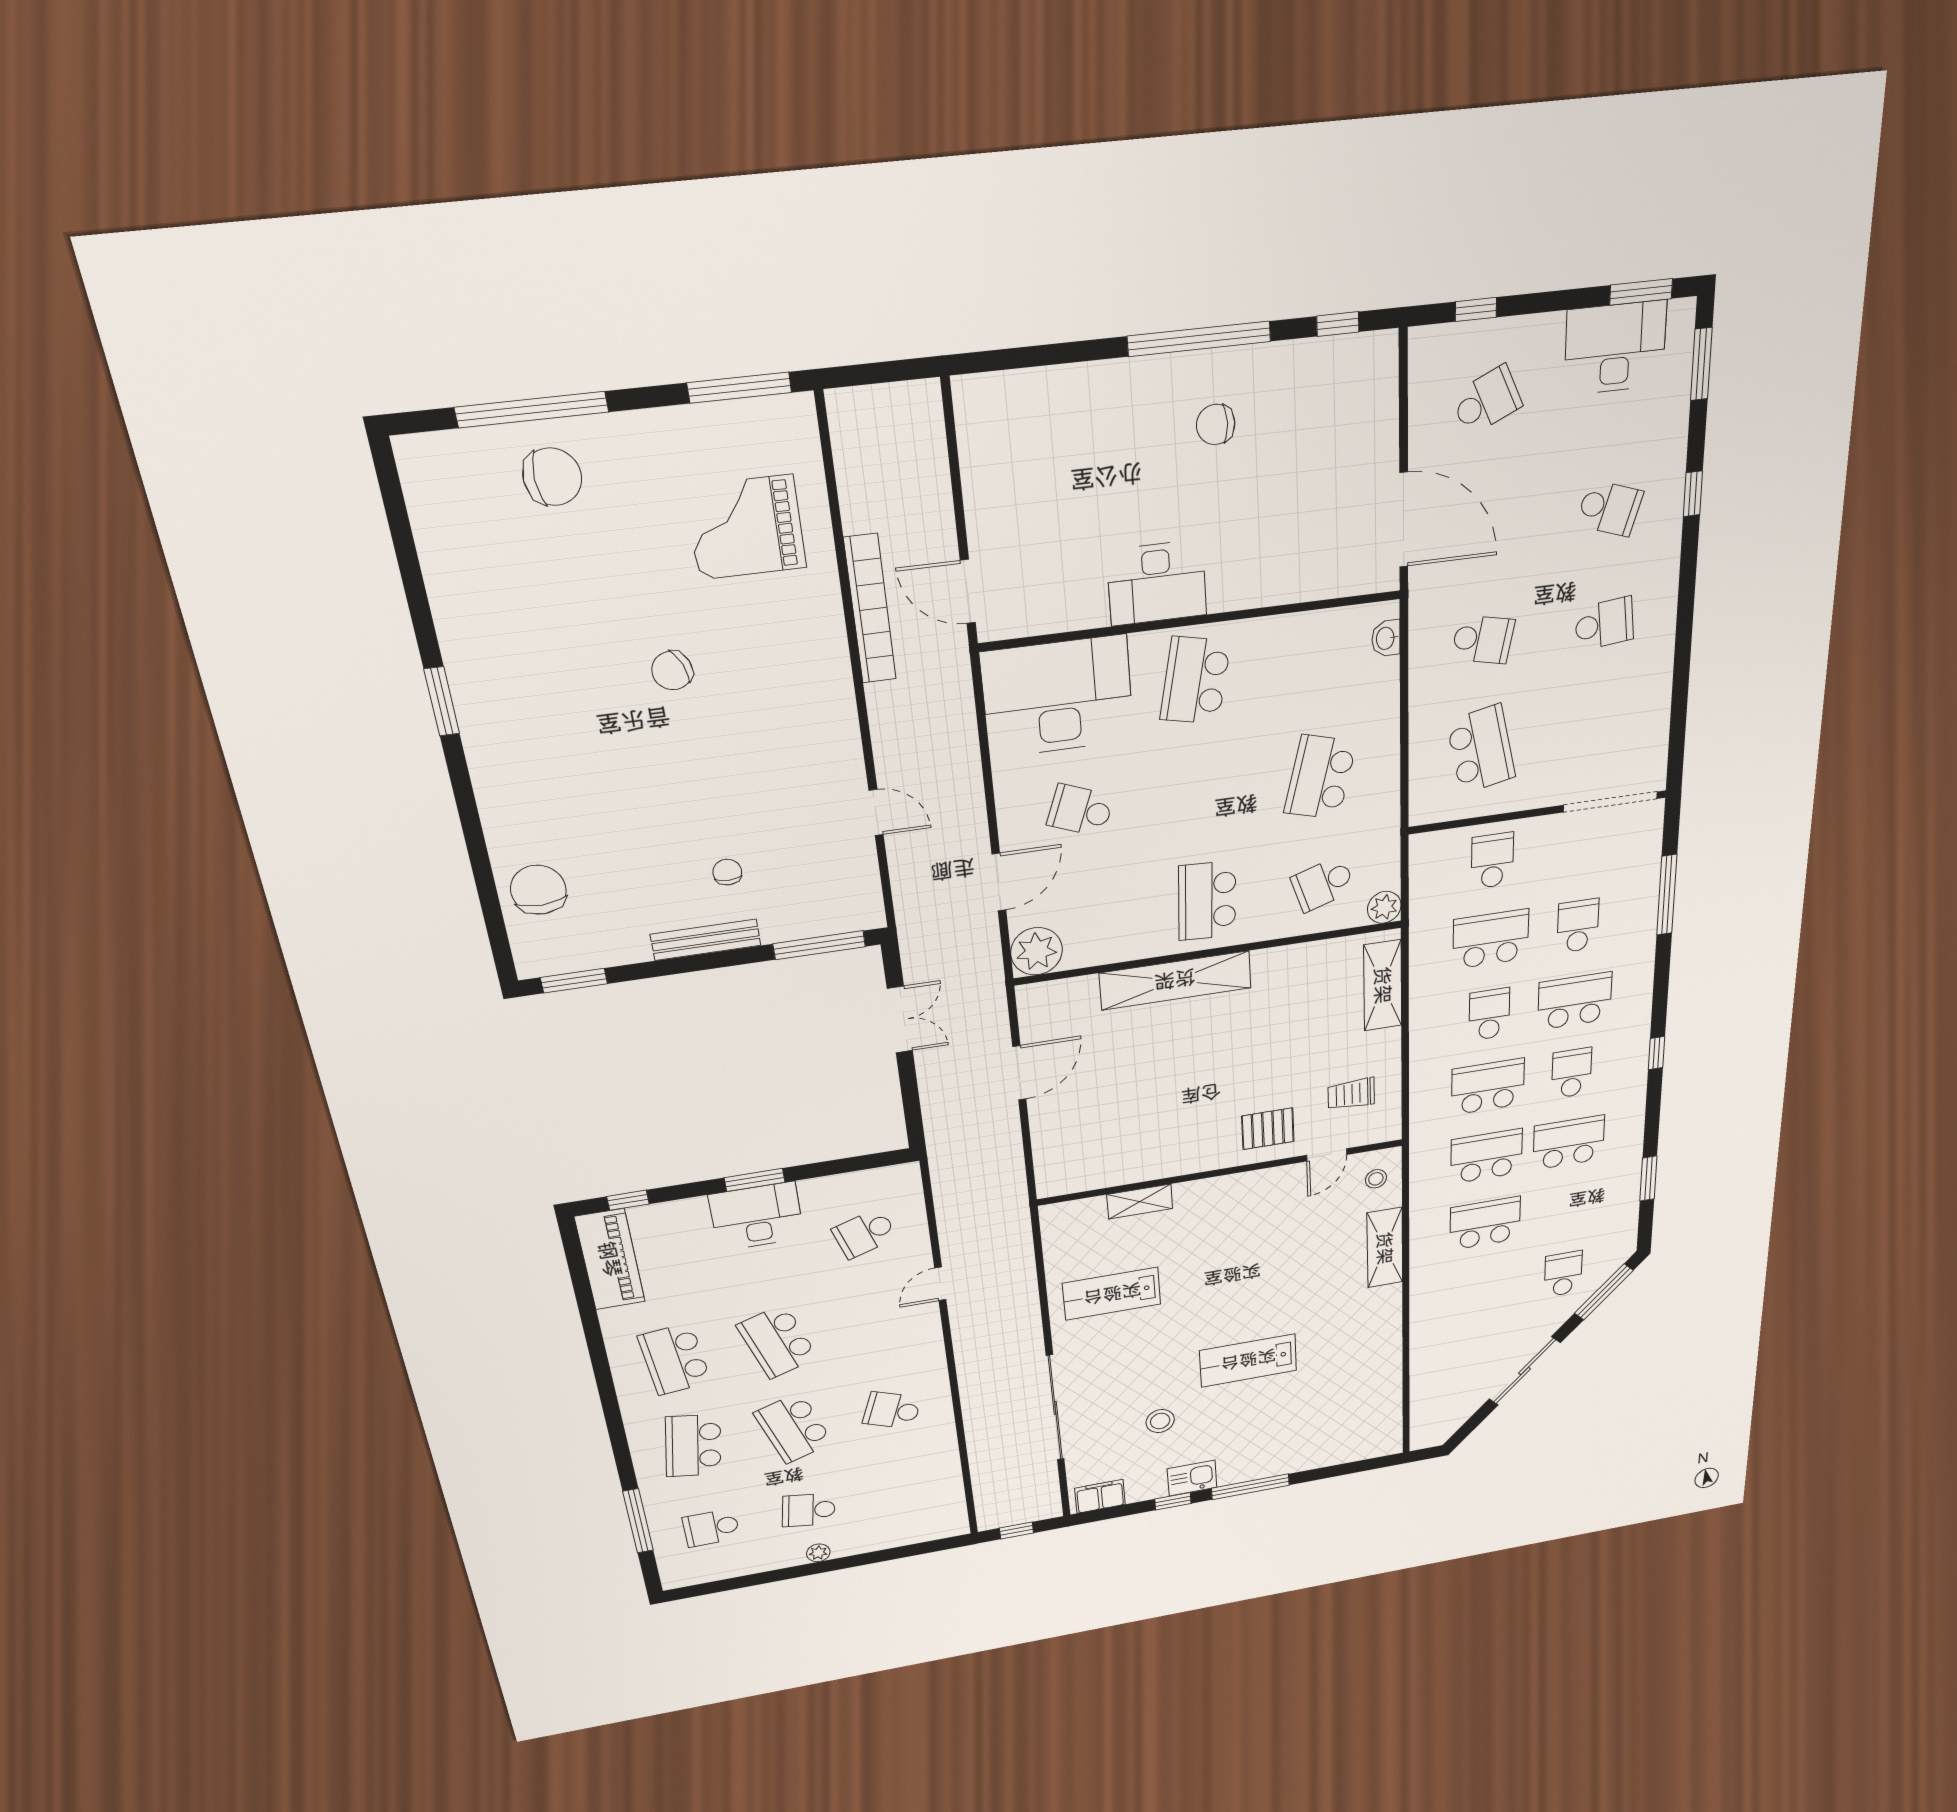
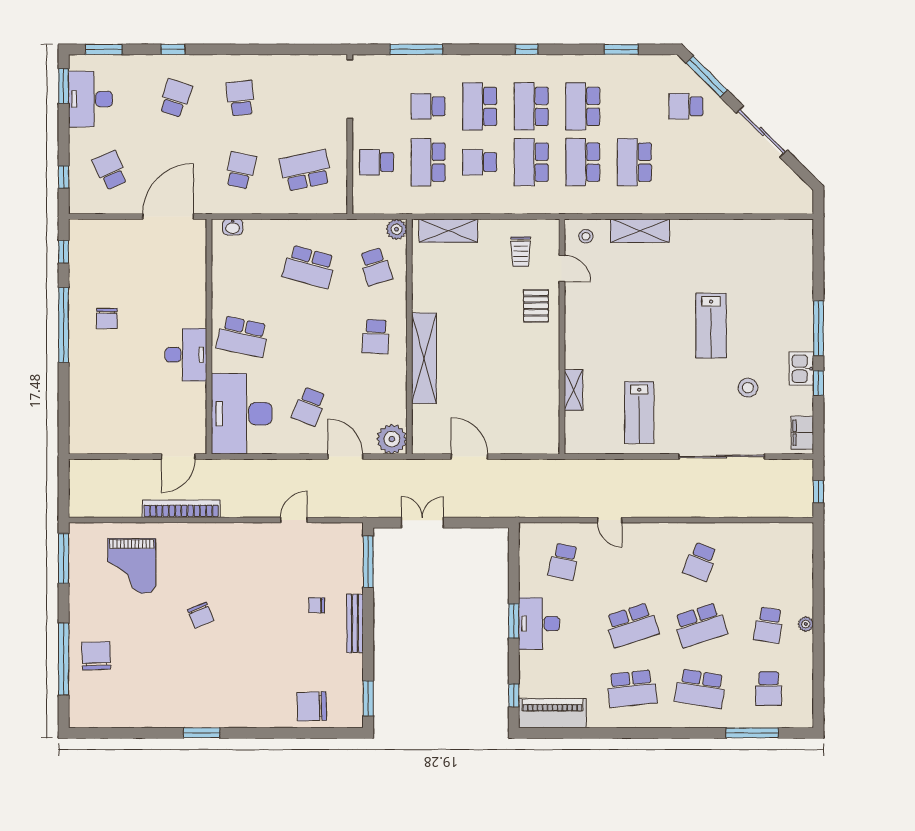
school desk: (1207, 901) -> (376, 337), width x0.54
school desk: (1572, 1073) -> (531, 106), width x1.85
school desk: (865, 1233) -> (564, 562), turned 30

